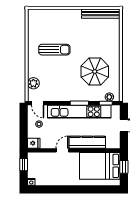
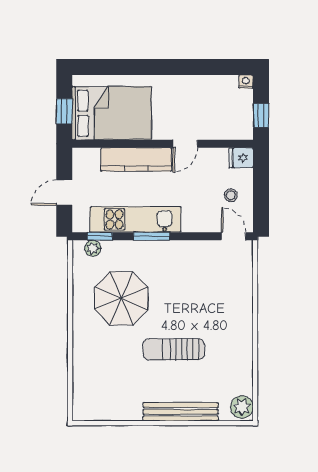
bench: (101, 14) -> (181, 412), moved
sun lounger: (54, 50) -> (174, 349), moved
plant: (33, 83) -> (242, 407), moved
kitchen unit: (79, 112) -> (135, 219), width x0.73

